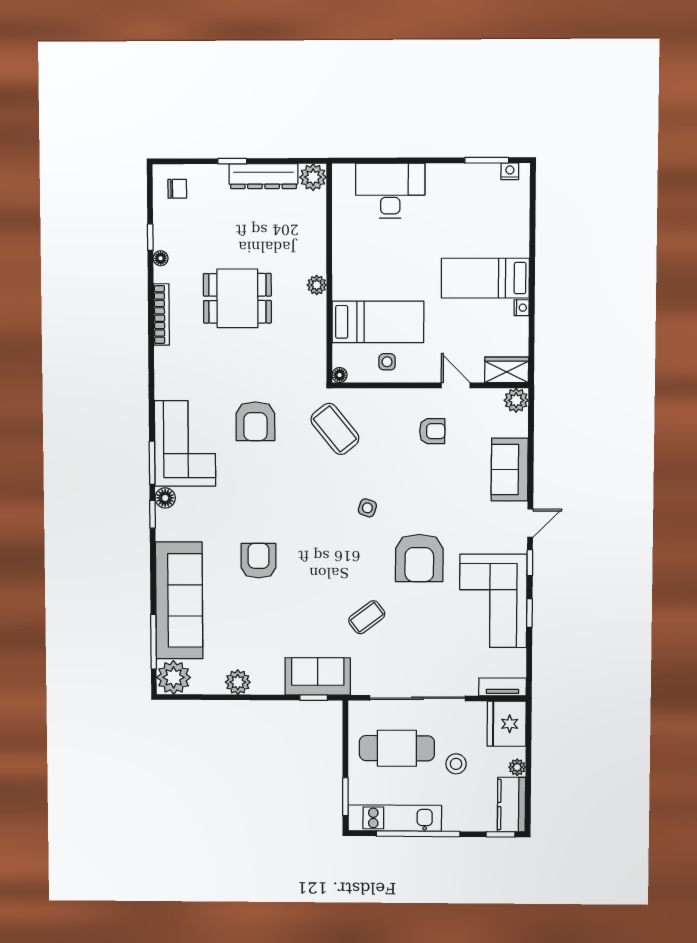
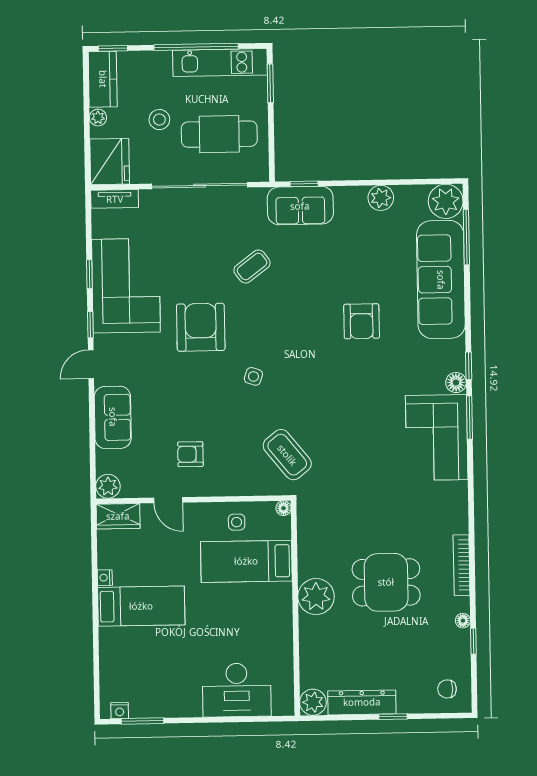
plant: (317, 285) -> (316, 597), width x1.88, depth x1.88
armchair: (255, 421) -> (367, 461), removed

